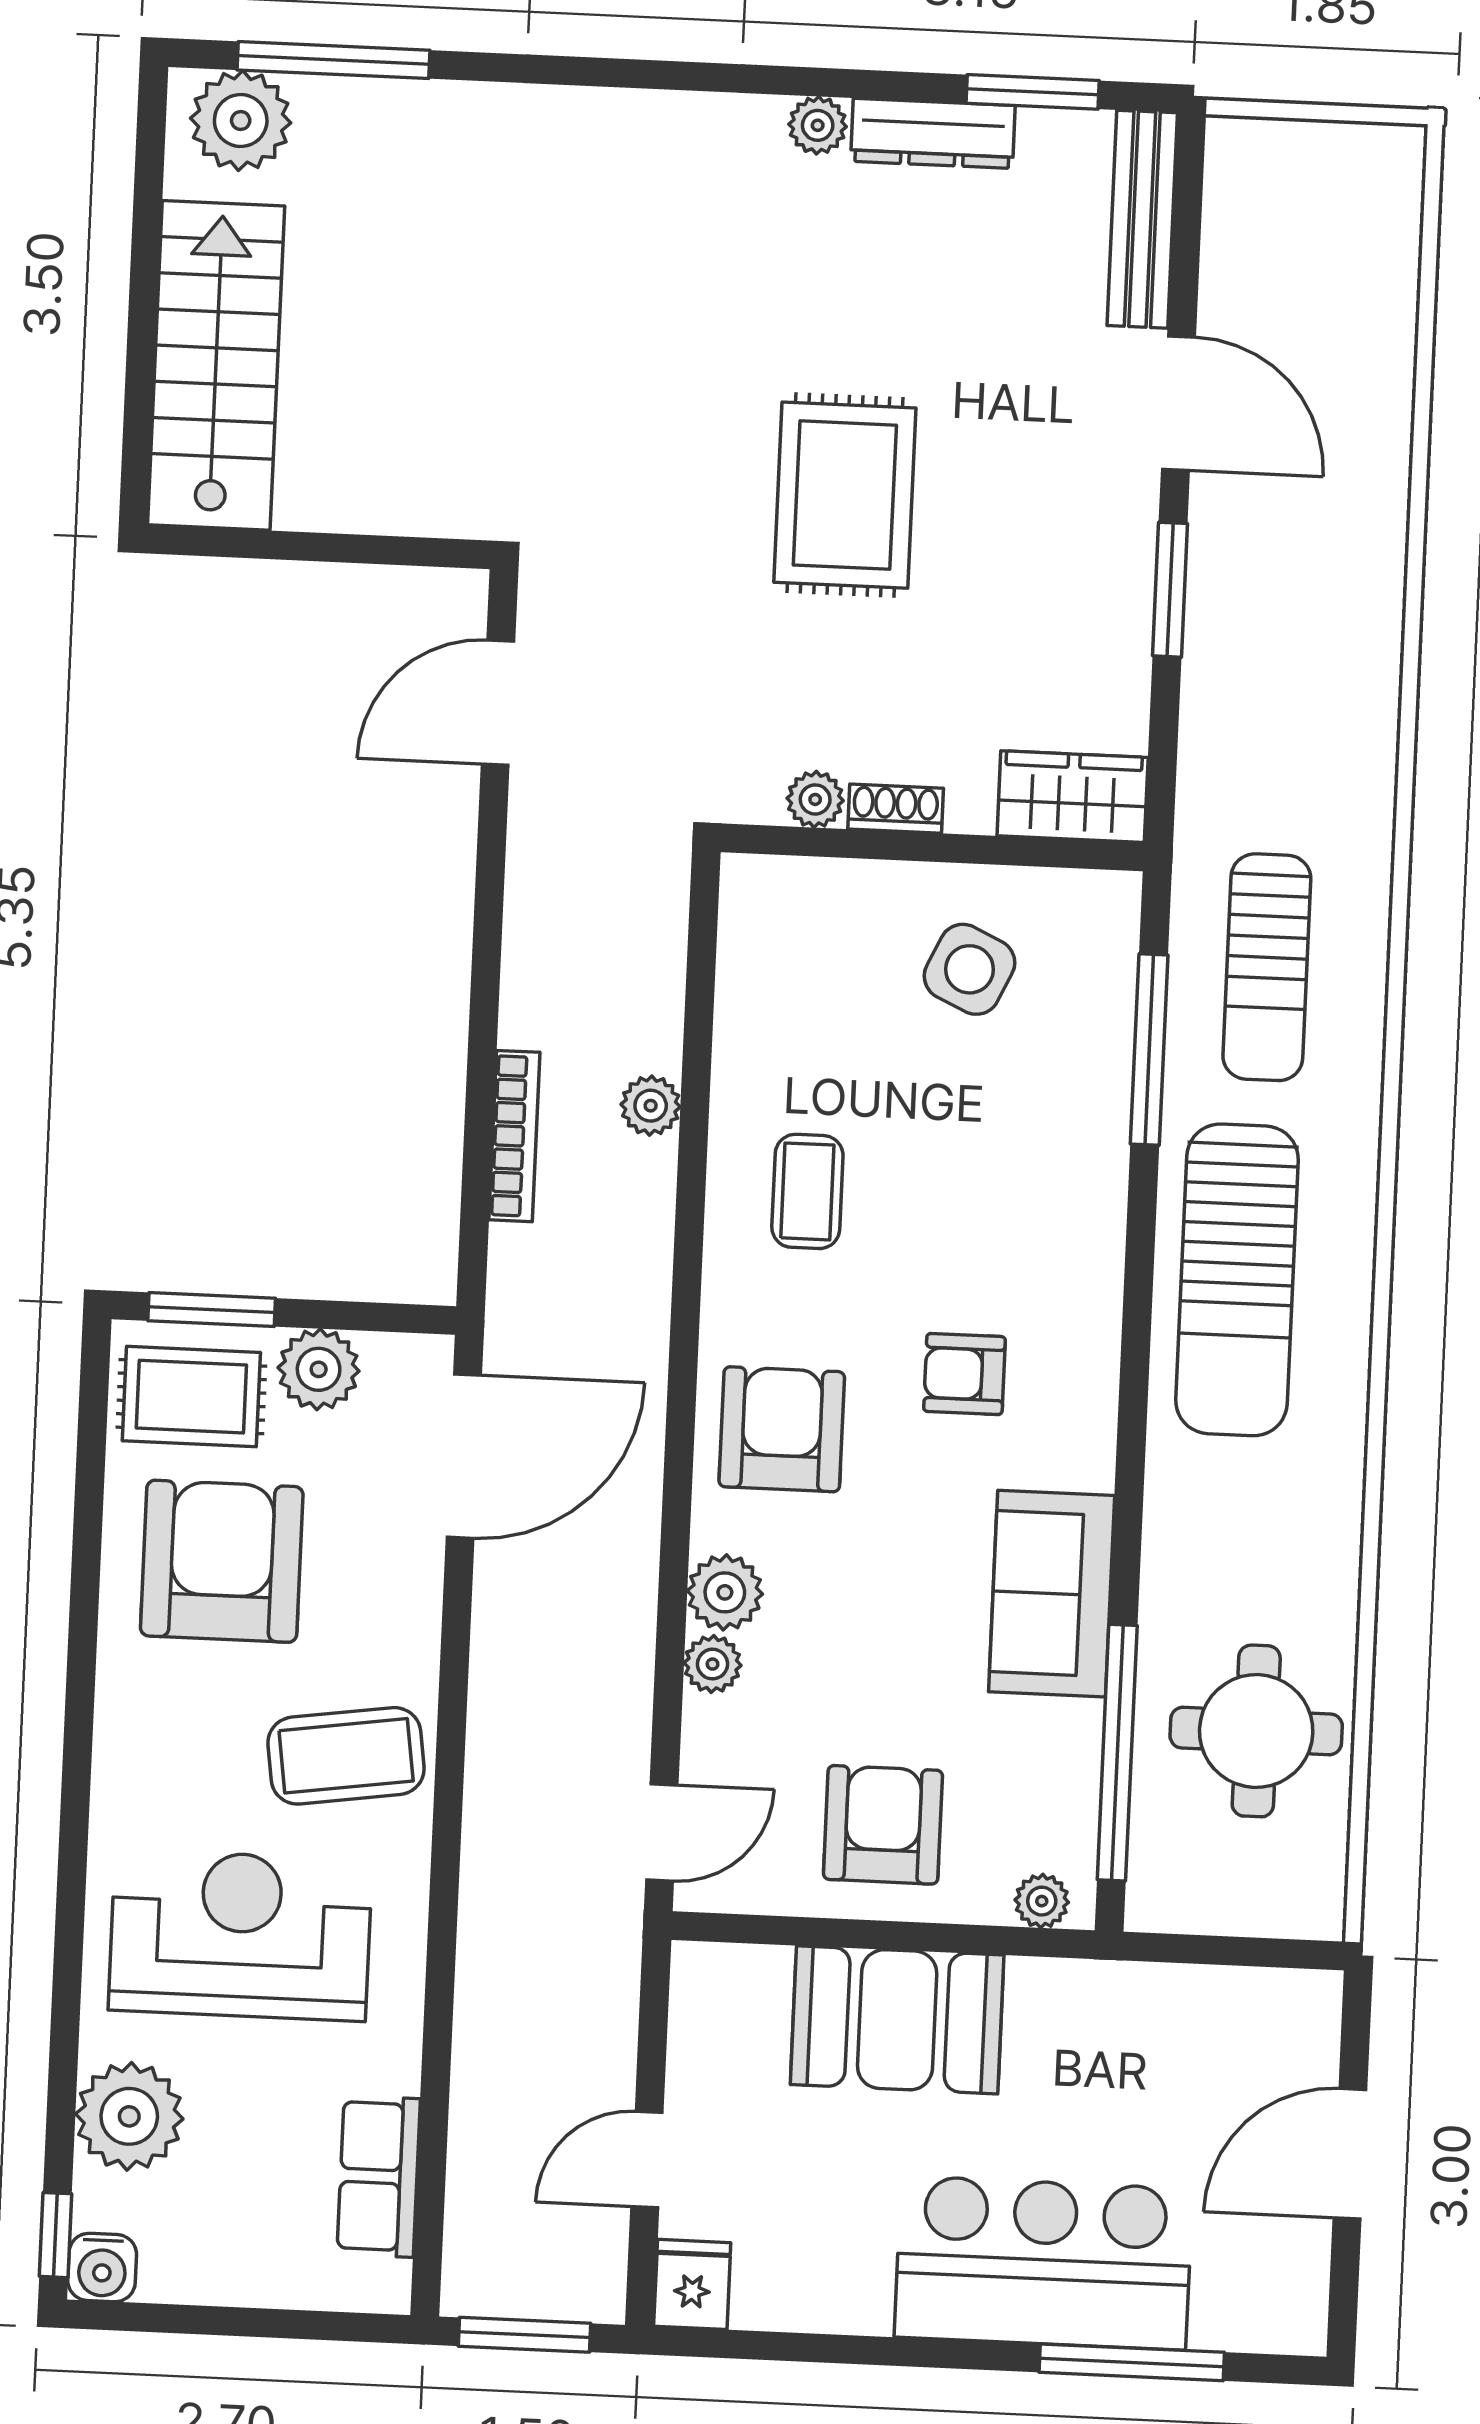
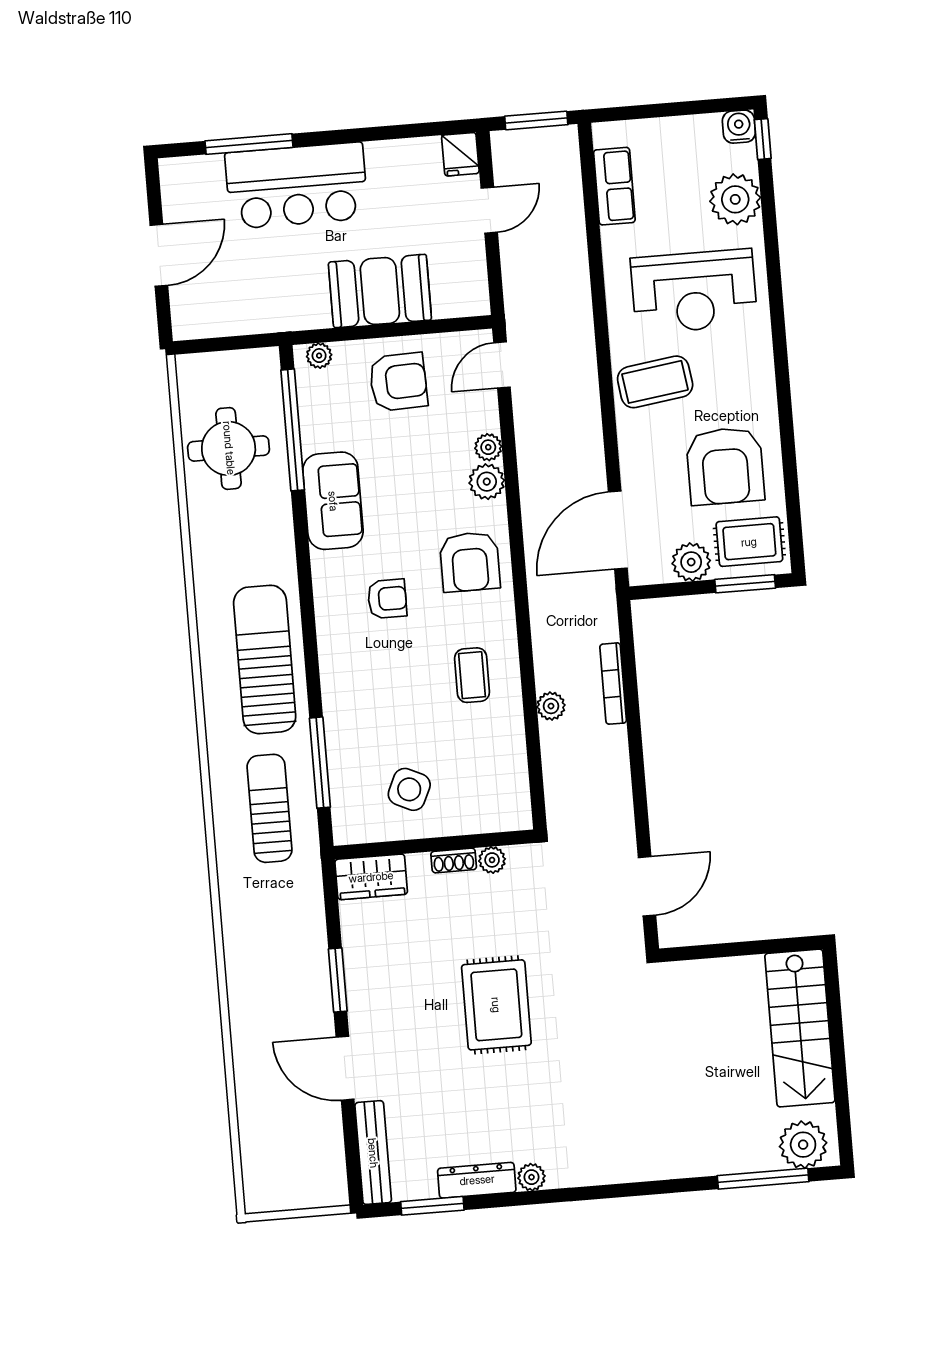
armchair: (883, 1825) -> (398, 382), turned -92

